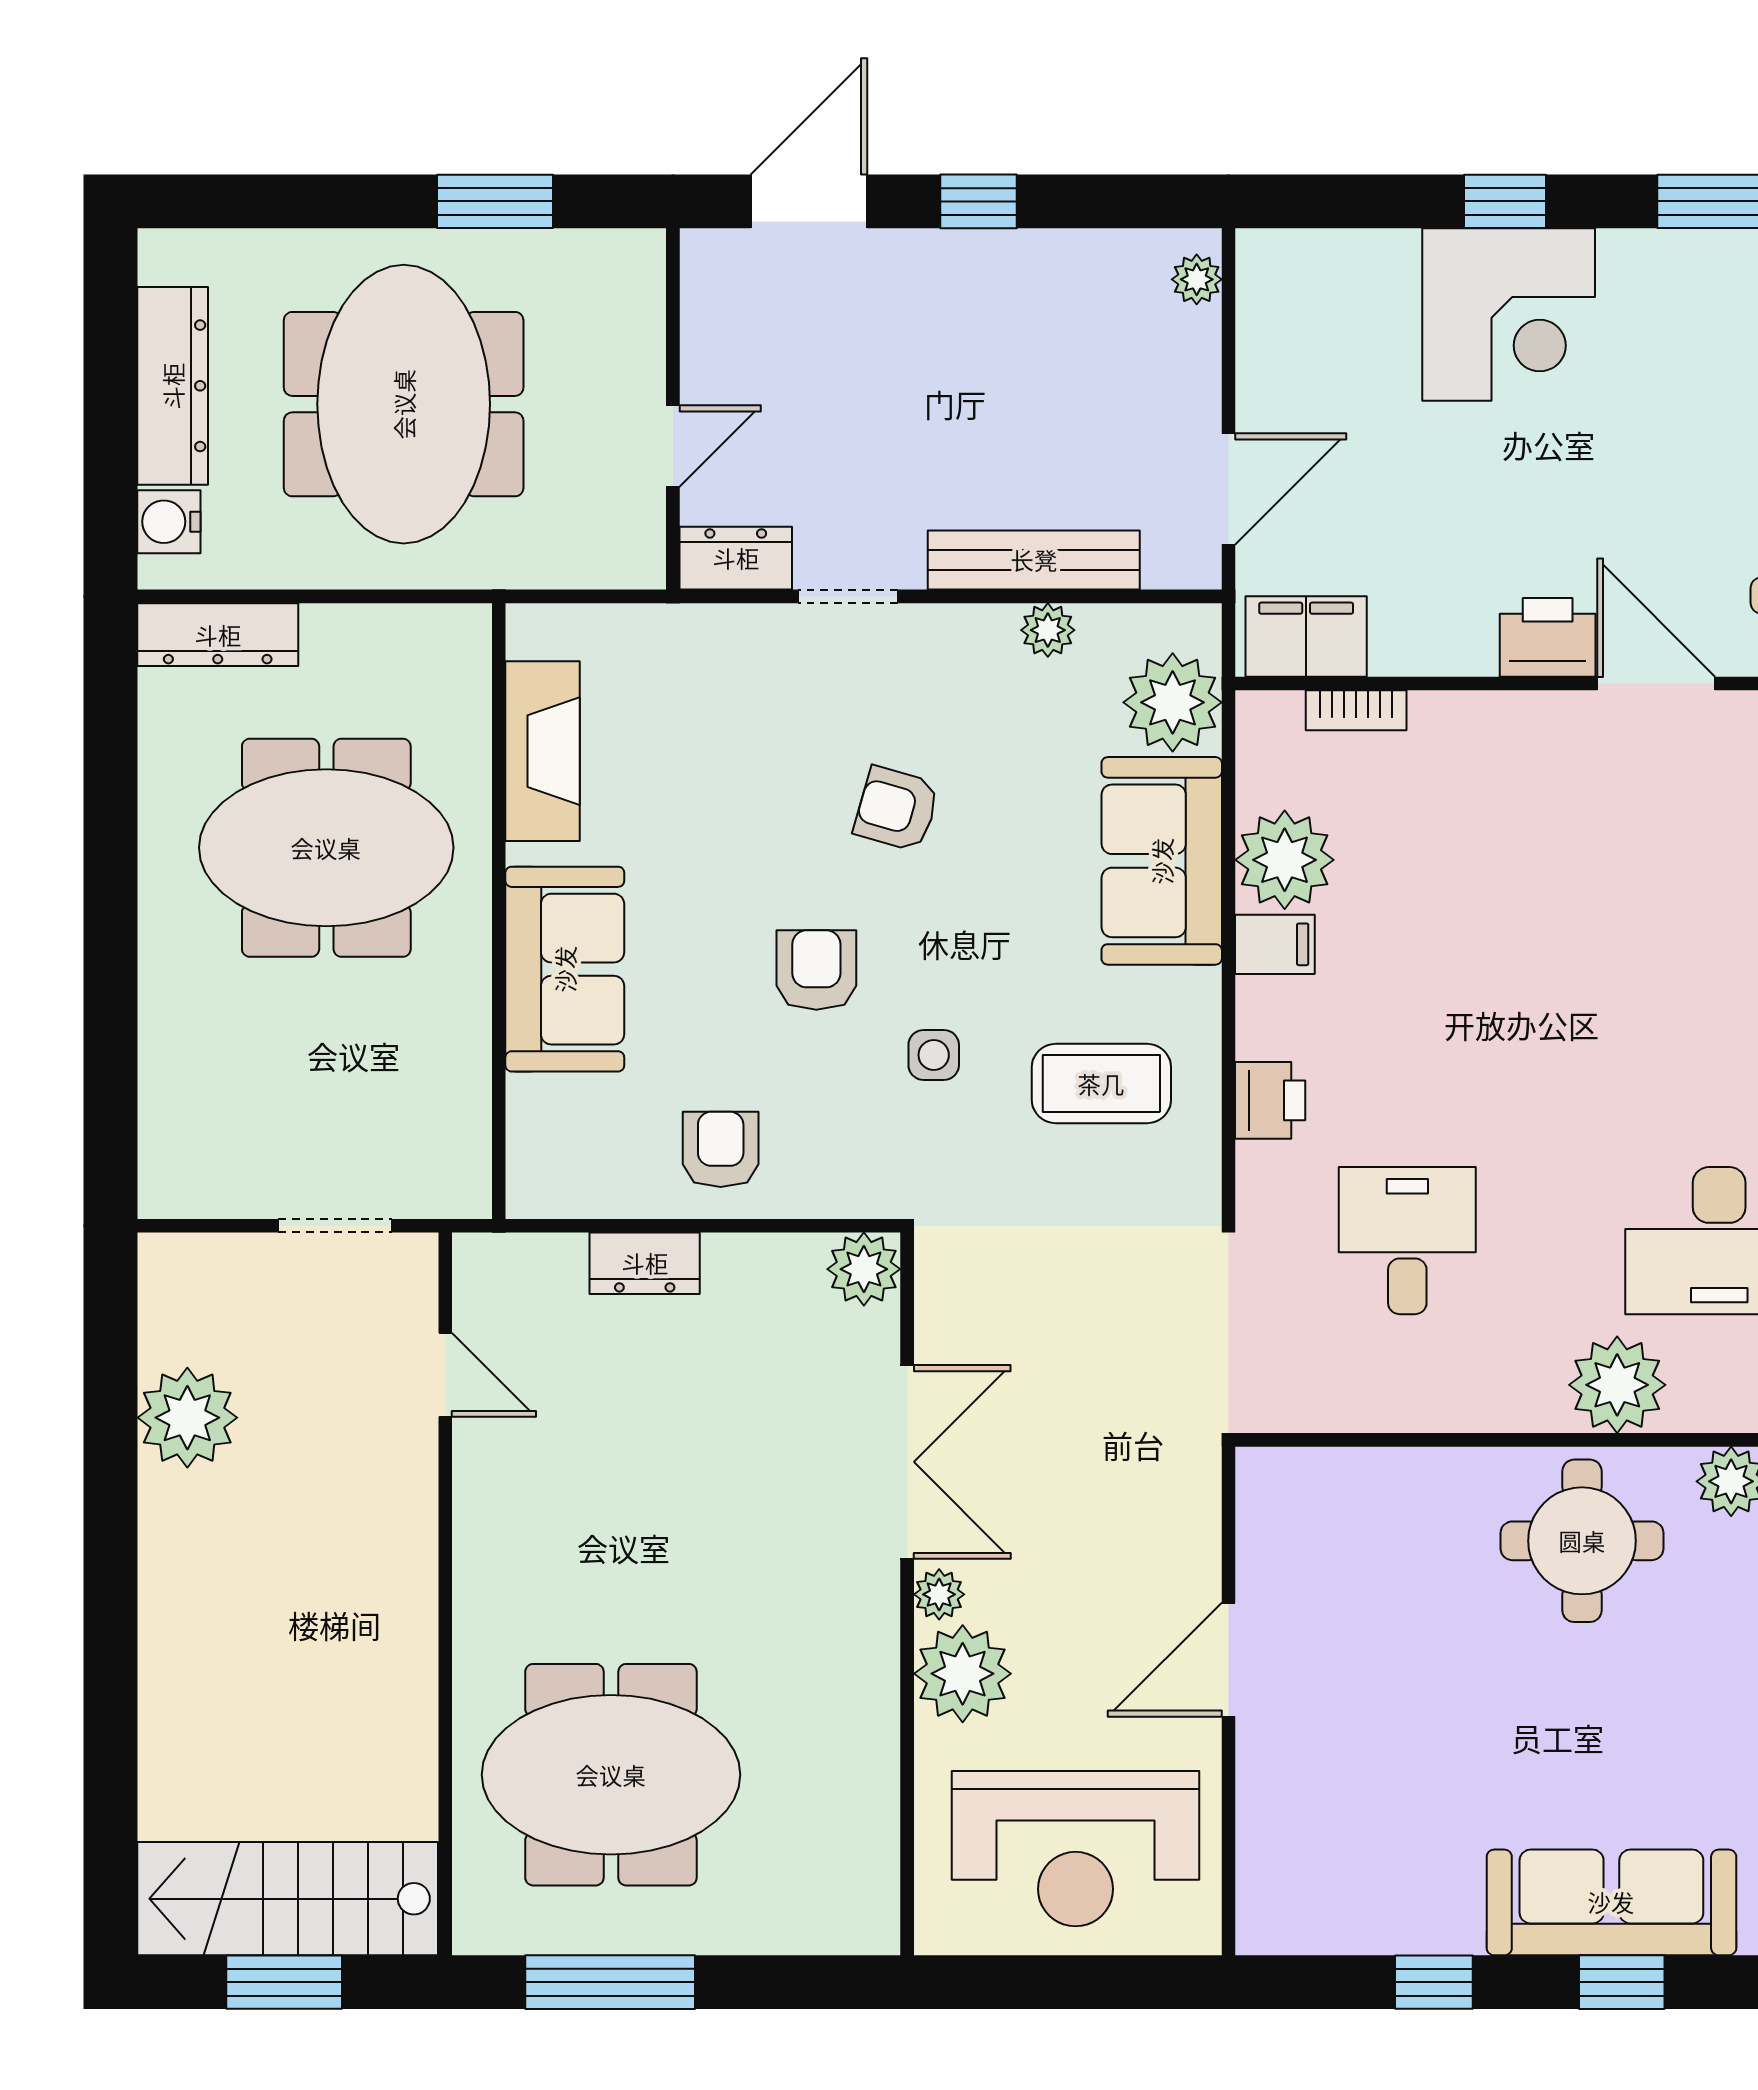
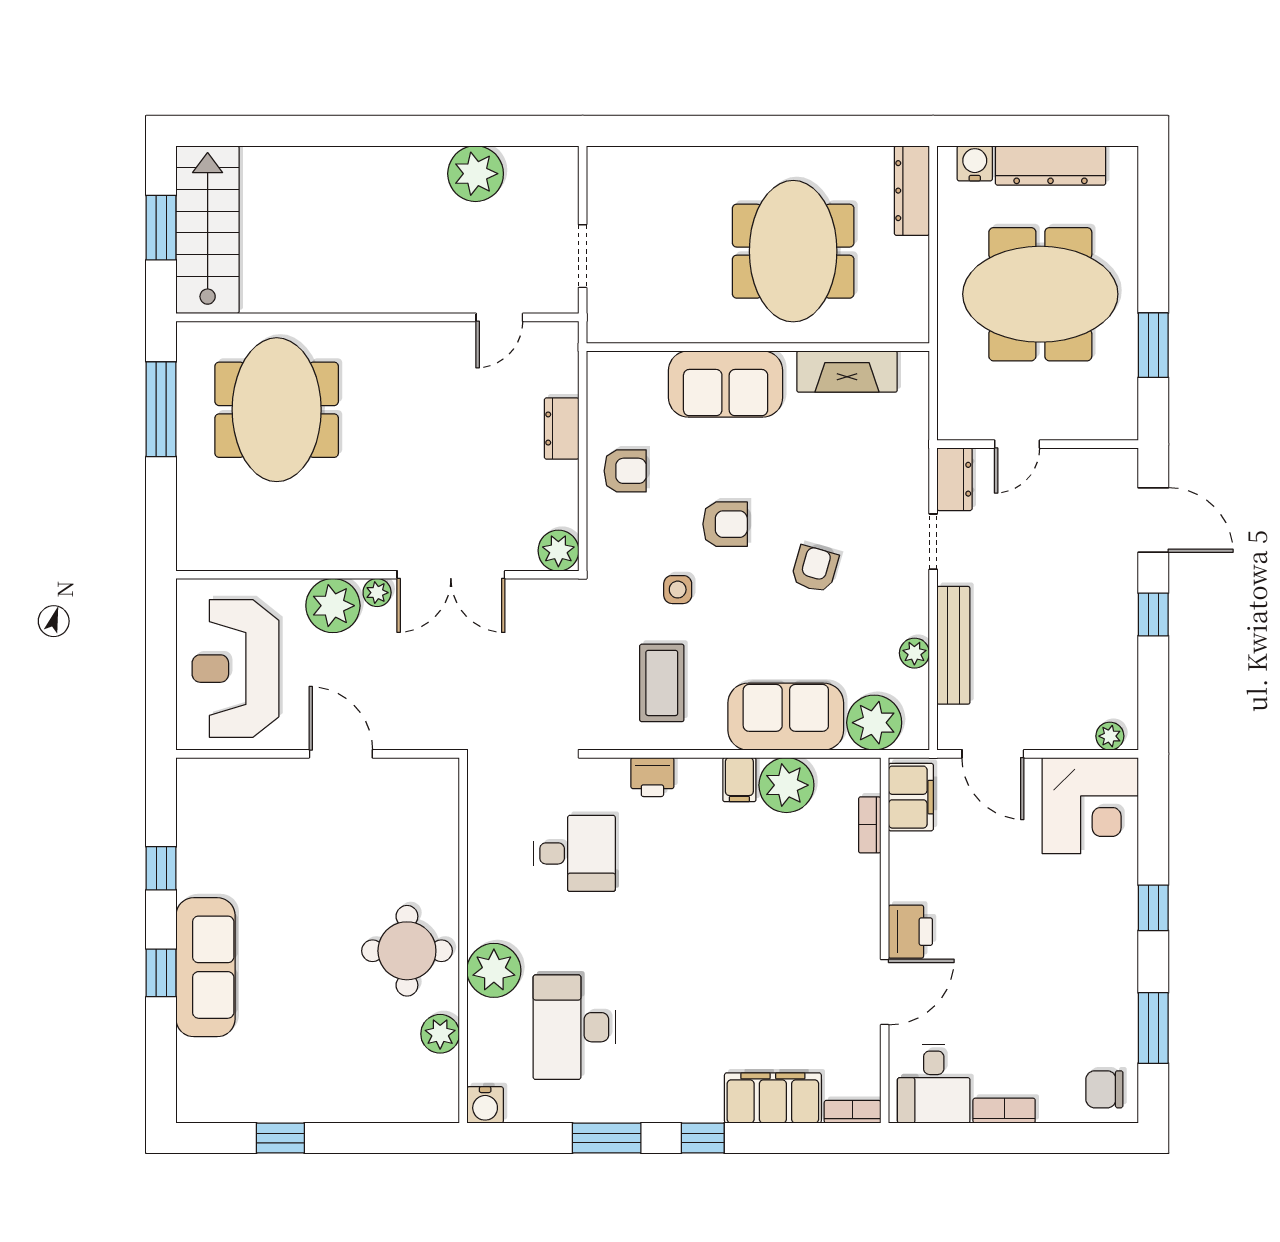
corner desk: (1509, 314) -> (1090, 806), moved, turned -90
door: (673, 446) -> (1017, 444), hinge flipped

